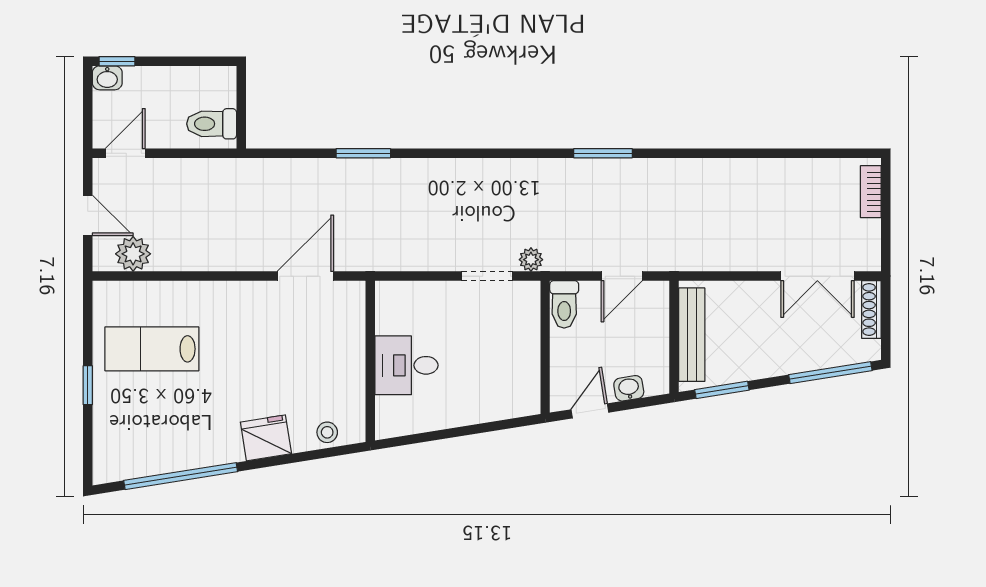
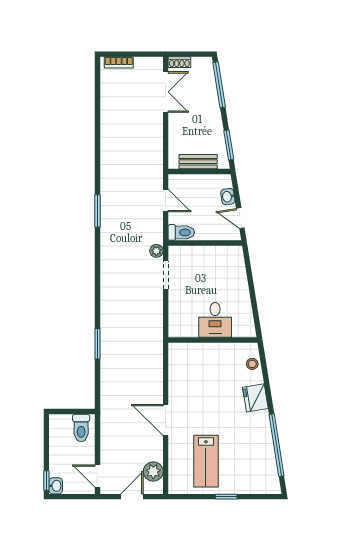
door: (305, 276) -> (166, 420), moved
shoe rack: (871, 309) -> (179, 62), width x0.70
bench: (692, 335) -> (198, 162), width x0.73

